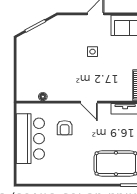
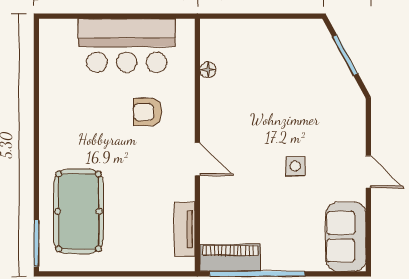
door: (89, 102) -> (197, 159), swing flipped

